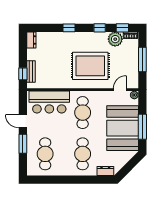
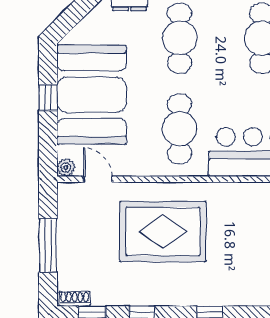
plant: (115, 39) -> (108, 290), removed
door: (120, 90) -> (98, 179), swing flipped
window: (142, 127) -> (48, 98), width x0.46

